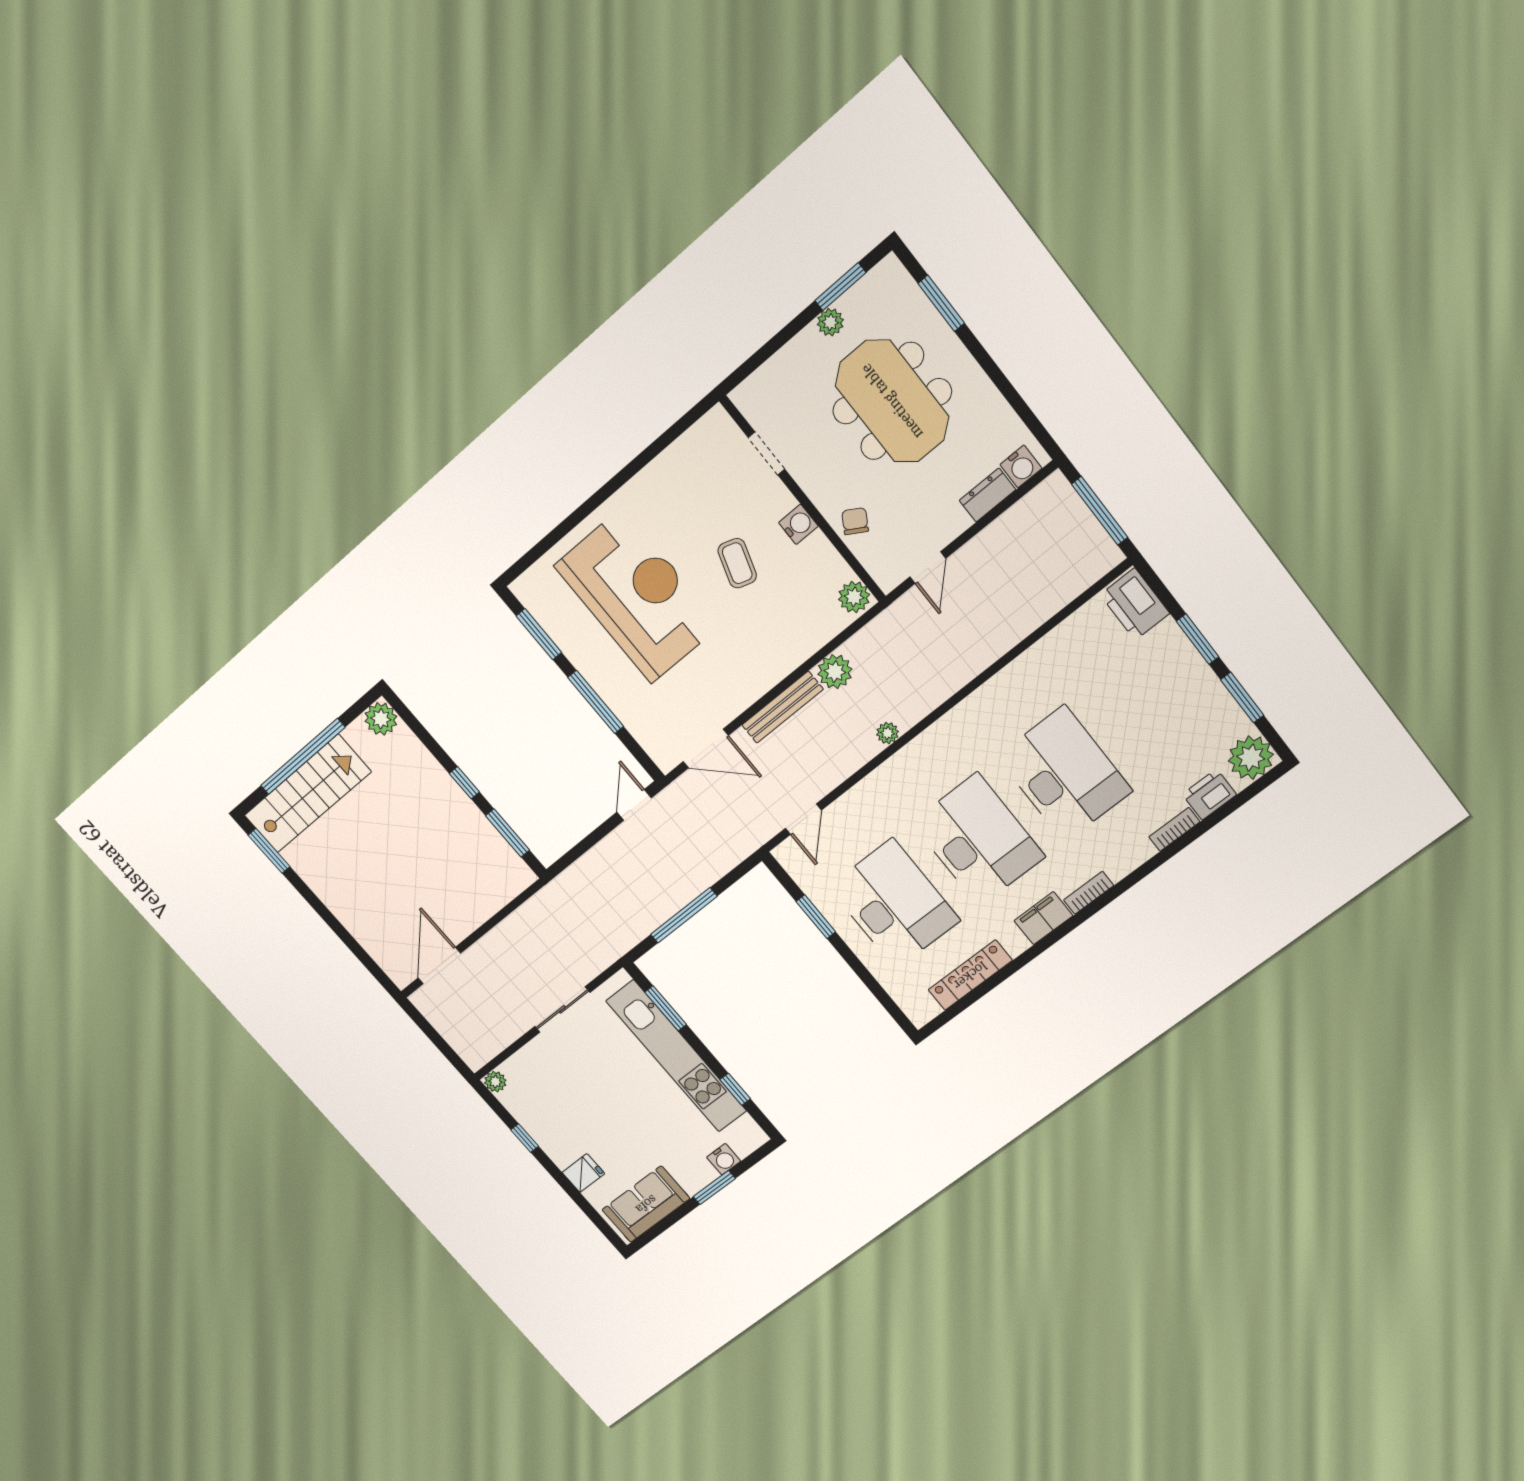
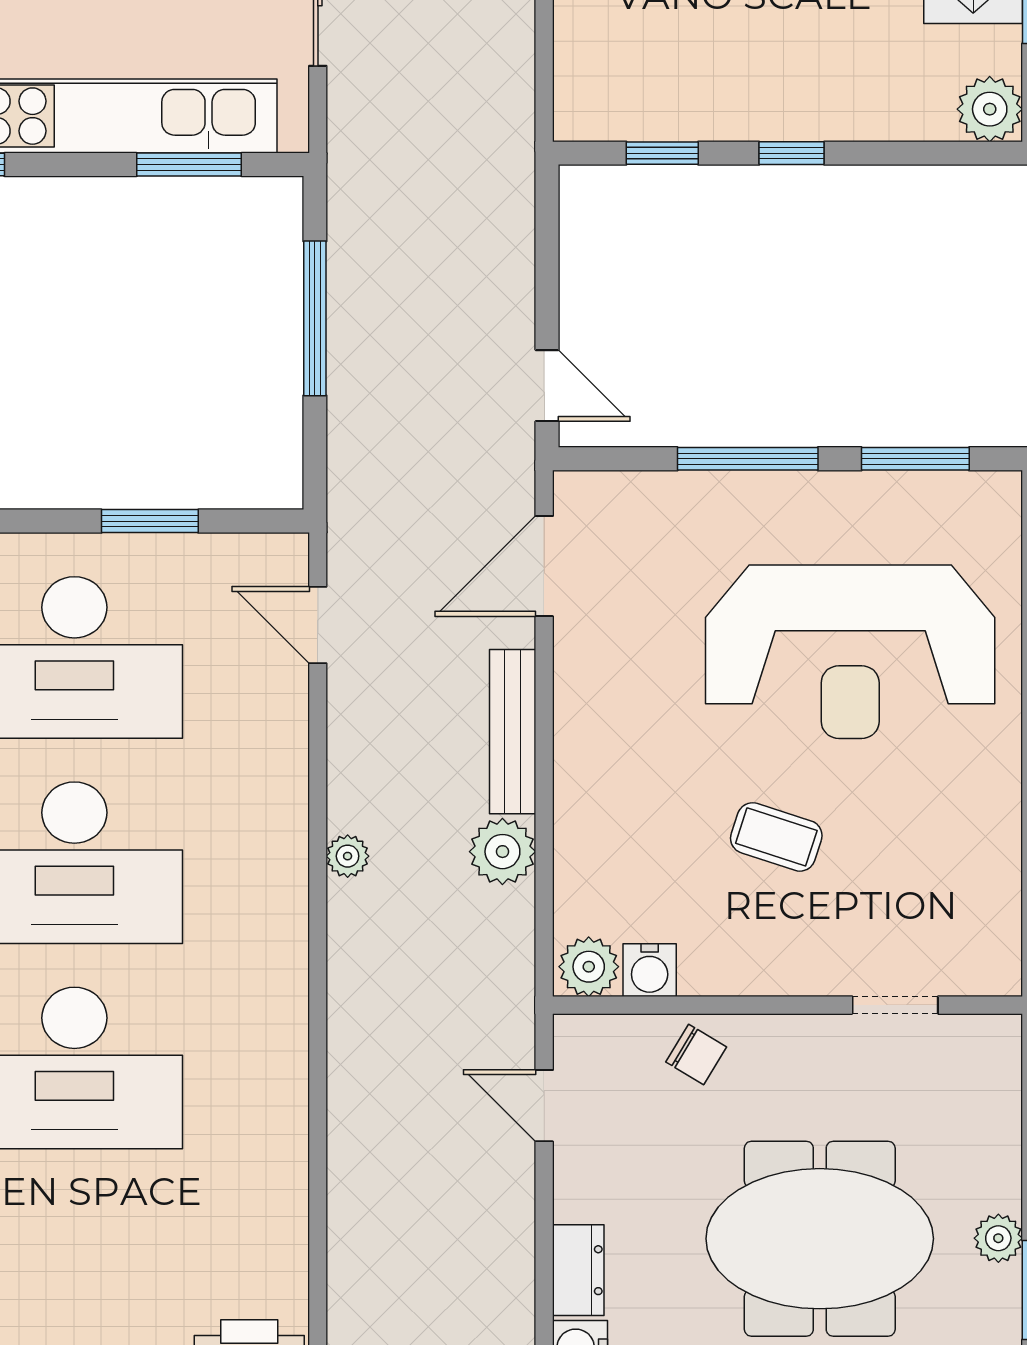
water cooler: (798, 524) -> (650, 970), moved
window: (508, 833) -> (662, 153), width x0.67

